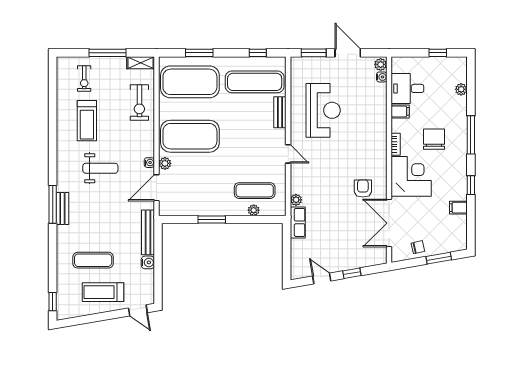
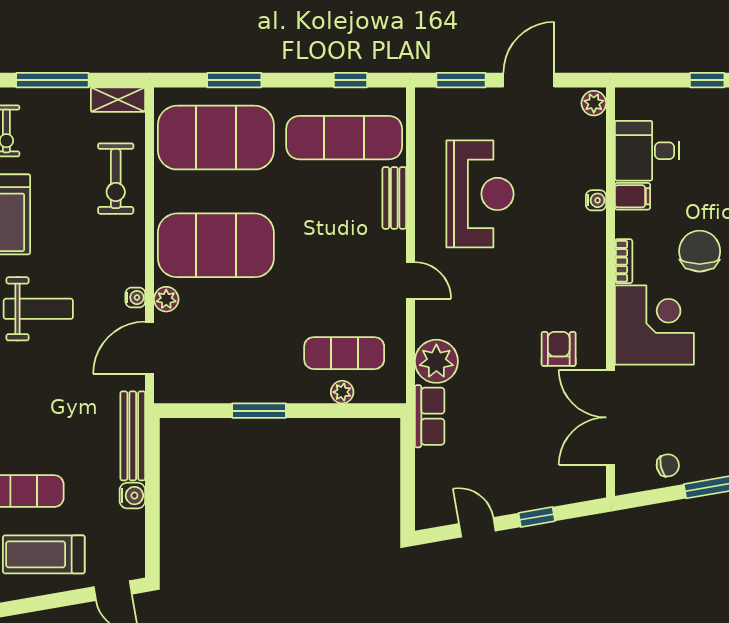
door: (348, 53) -> (529, 80), hinge flipped
water cooler: (382, 77) -> (596, 200), moved
plant: (296, 200) -> (436, 361), width x1.87, depth x1.87

